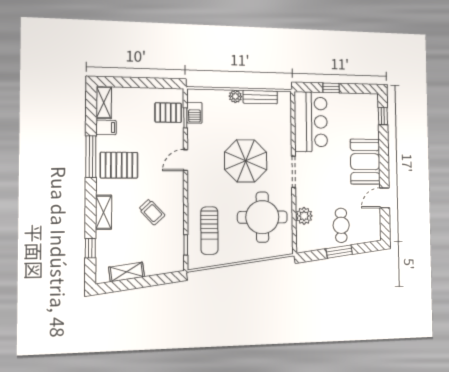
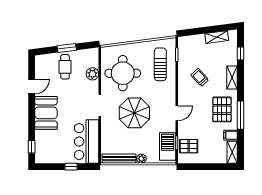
bench: (260, 97) -> (119, 159), width x1.36
barbecue: (194, 113) -> (168, 146), width x1.88, depth x1.53
pallet: (119, 165) -> (222, 109), turned 90

